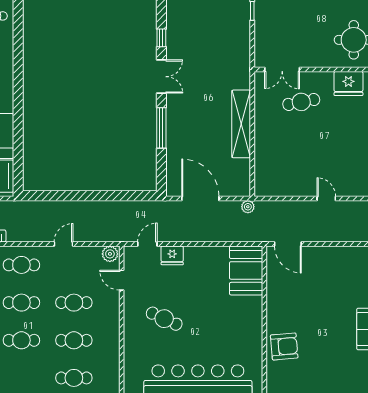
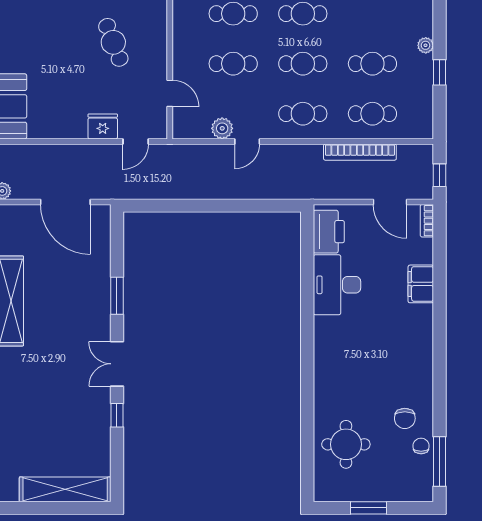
window: (161, 128) -> (117, 296), width x0.69
plant: (110, 254) -> (222, 128), moved
cafe table: (164, 319) -> (113, 42), turned 44

